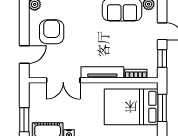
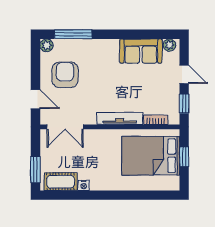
door: (24, 54) -> (35, 99), hinge flipped
double door: (63, 80) -> (65, 127), moved
window: (162, 108) -> (184, 157), width x0.67

